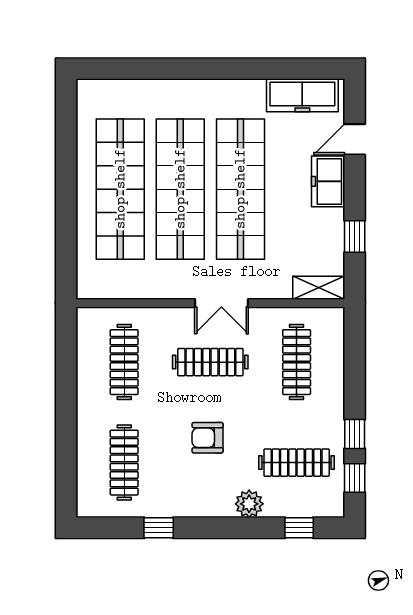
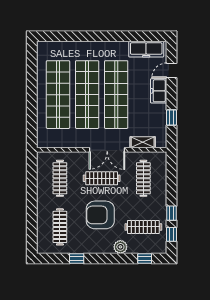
shelving: (319, 288) -> (143, 142), moved
double door: (221, 303) -> (107, 150), width x1.37
armchair: (208, 438) -> (100, 215), width x1.88, depth x1.88

